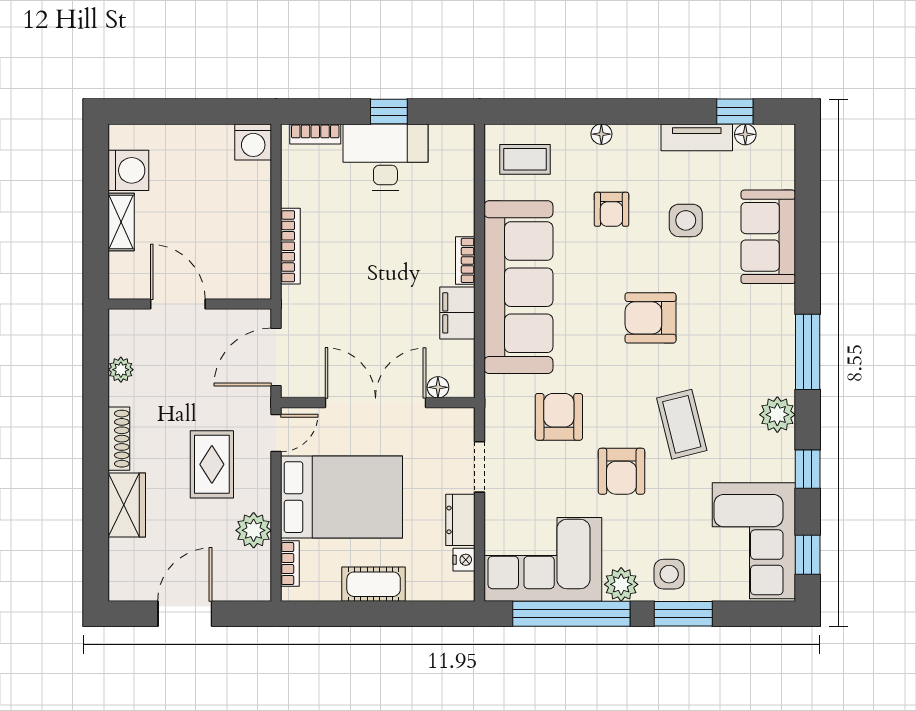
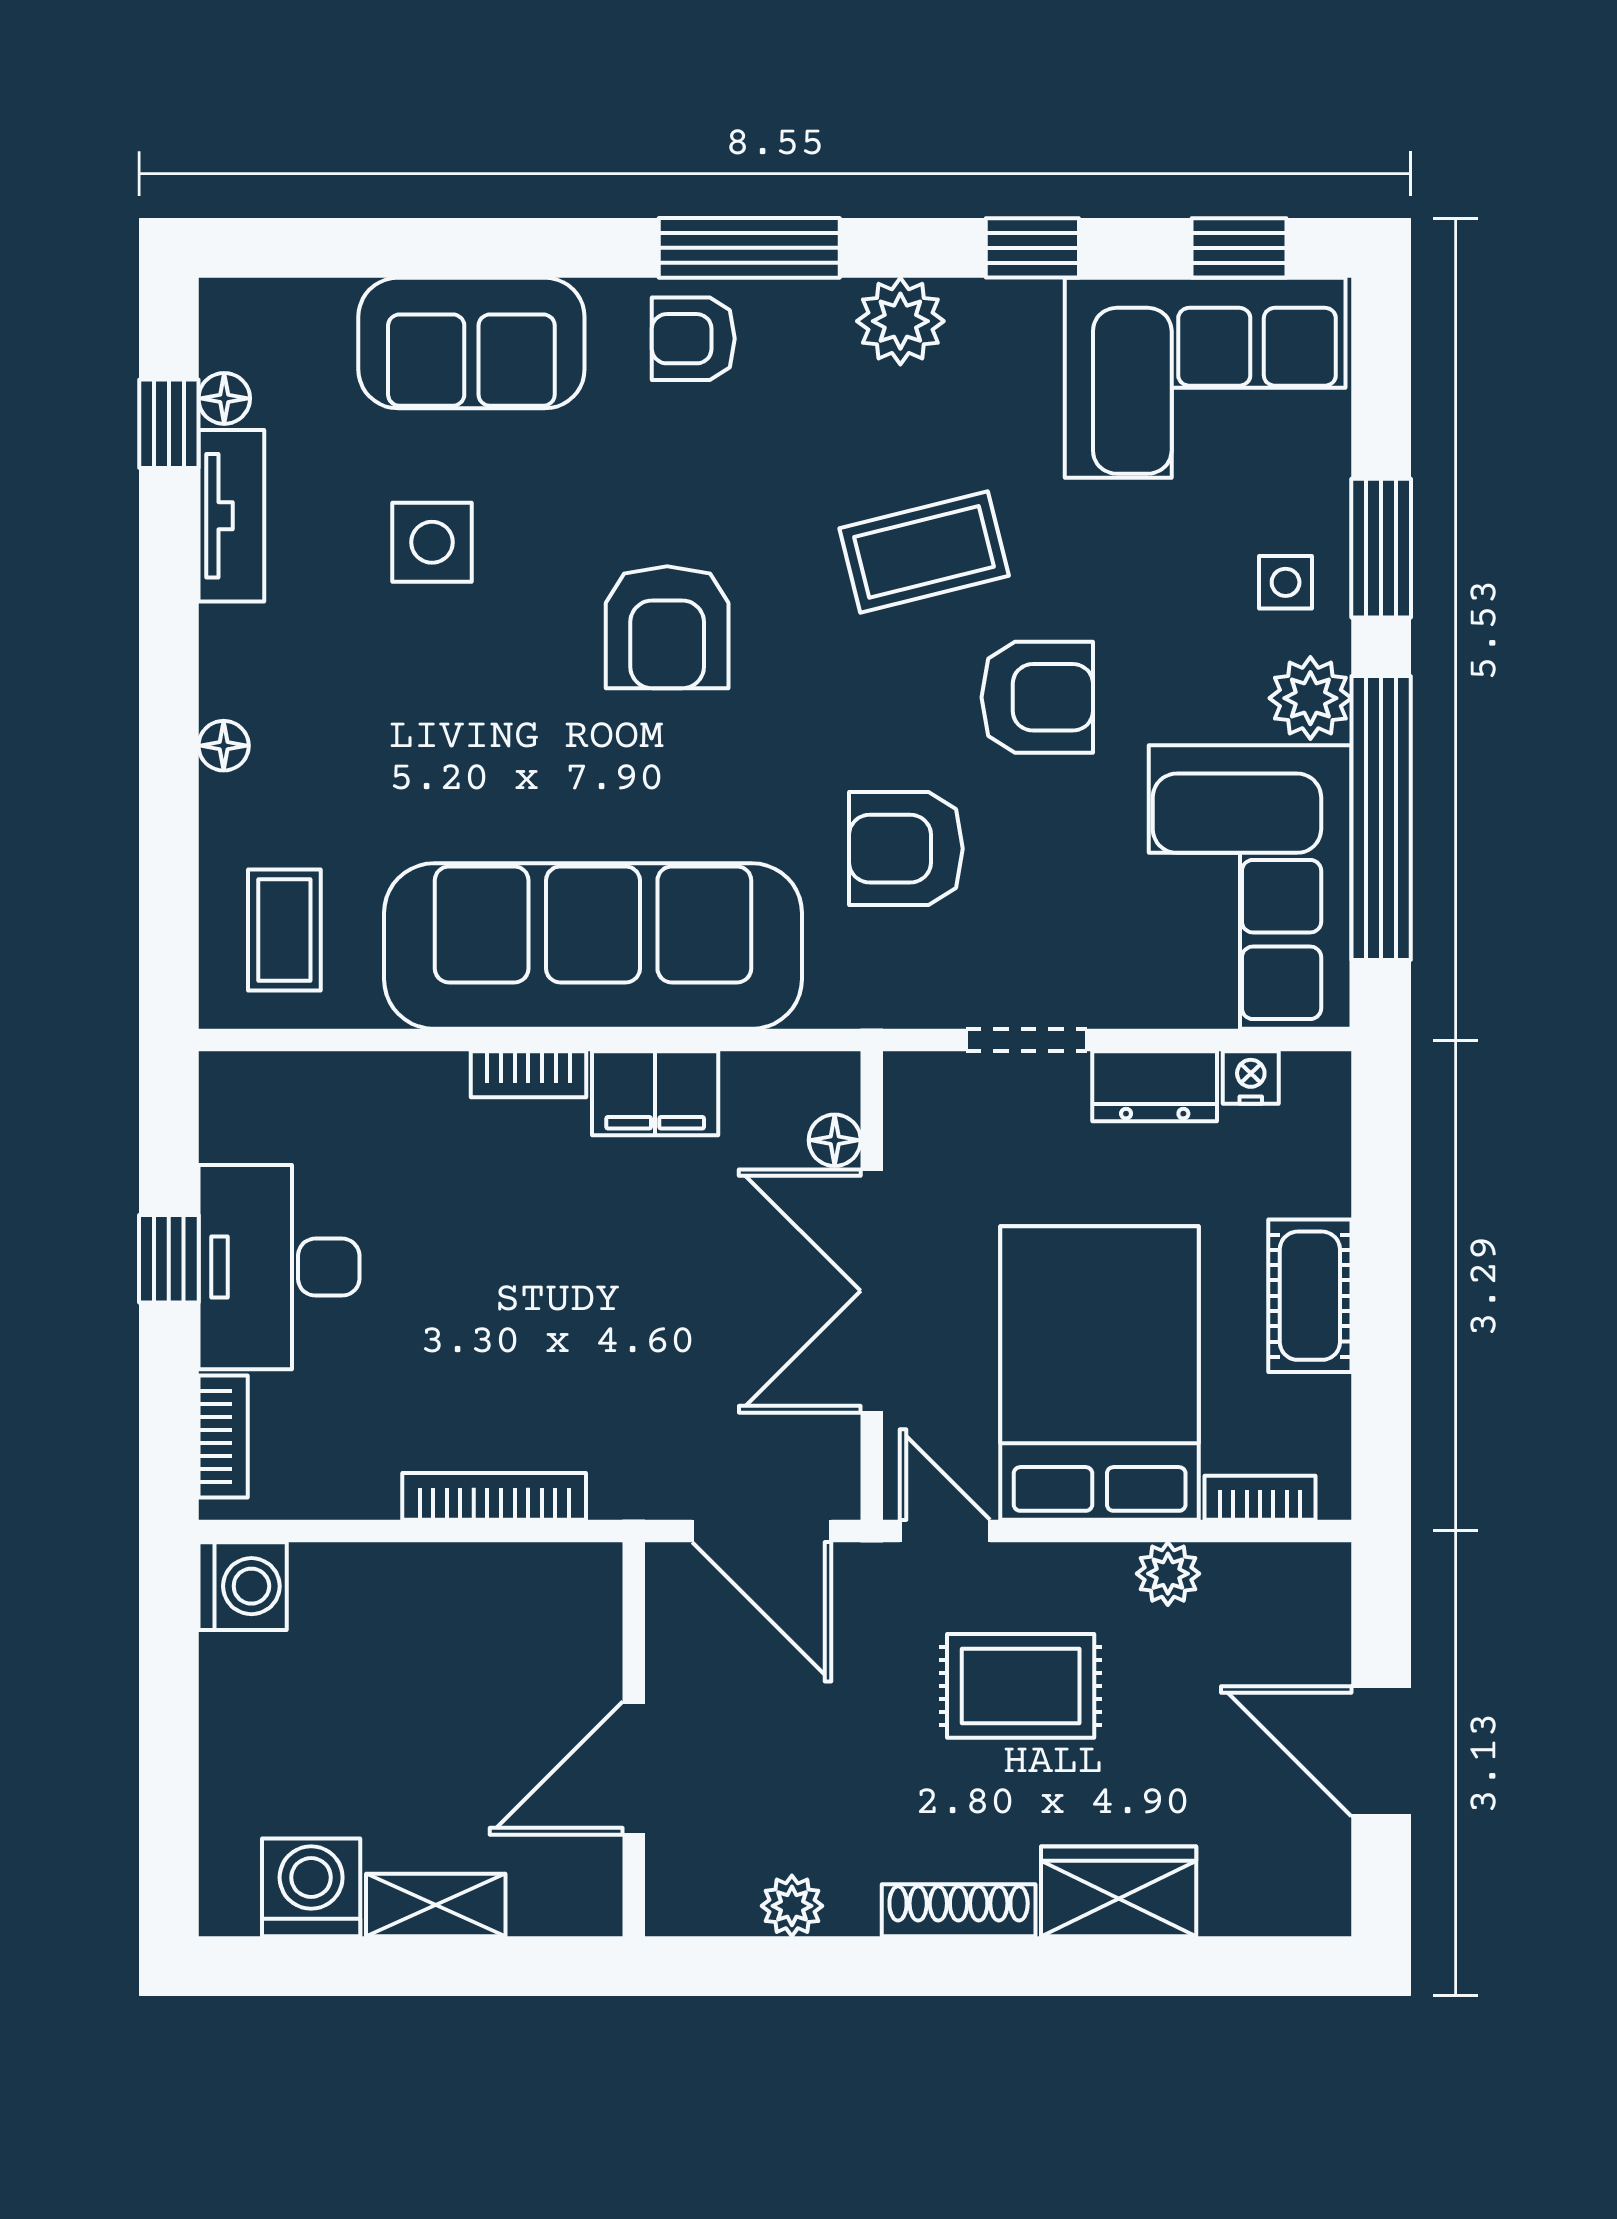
armchair: (611, 209) -> (693, 339), moved, turned 180
plant: (254, 530) -> (1168, 1574), width x0.73, depth x0.73
side table: (669, 574) -> (1286, 582), width x0.73, depth x0.73

